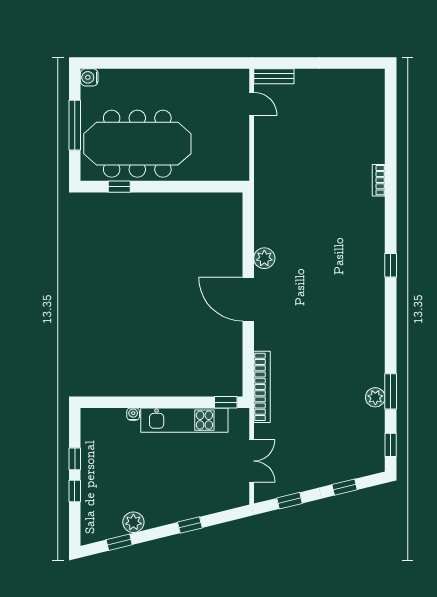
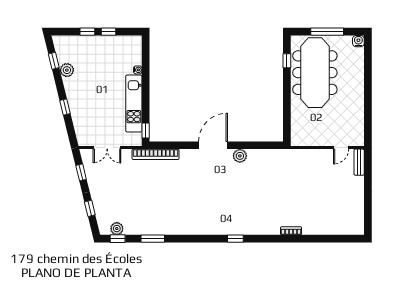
plant: (375, 397) -> (117, 229), moved

